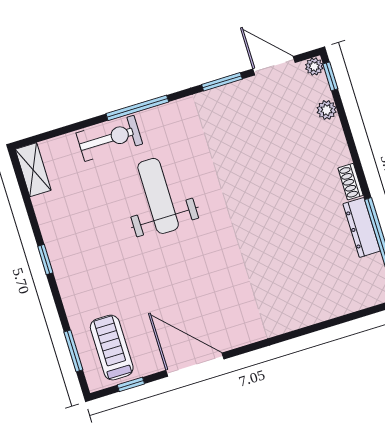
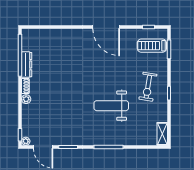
plant: (327, 110) -> (26, 99), moved
exercise bike: (109, 138) -> (148, 87), moved, turned -81
weight bench: (158, 196) -> (111, 106), turned 90
treadmill: (112, 348) -> (152, 46), turned 90
door: (195, 365) -> (106, 27), moved

